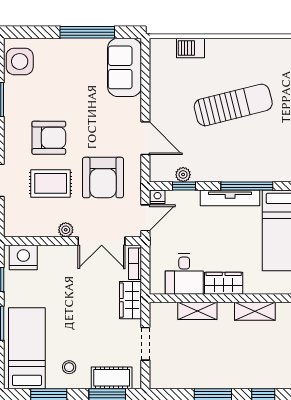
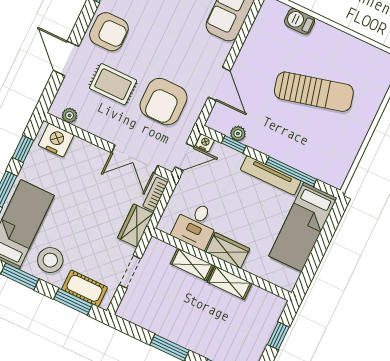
armchair: (49, 138) -> (109, 32), moved
plant: (66, 230) -> (70, 115), moved
shelving: (255, 311) -> (230, 283), moved
stool: (69, 367) -> (50, 260), width x1.89, depth x1.89

